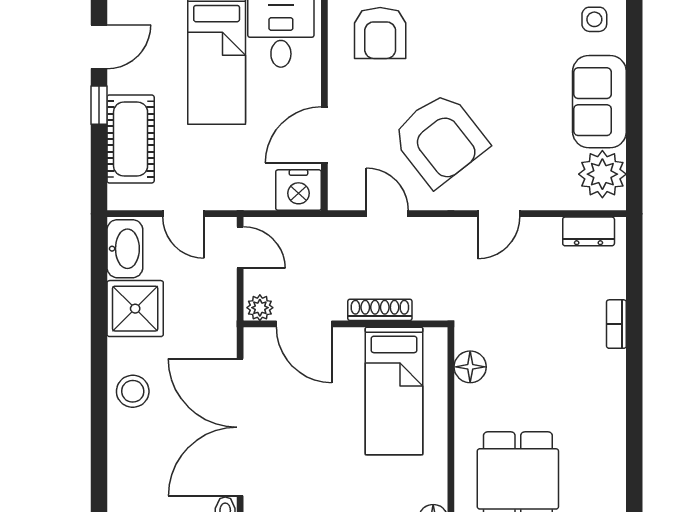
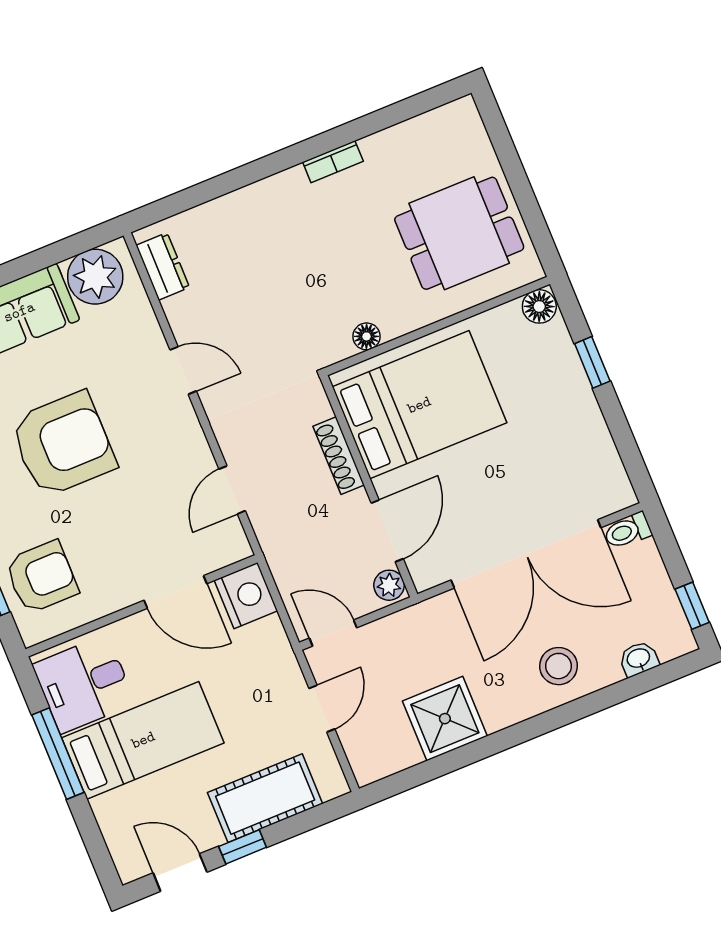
armchair: (440, 139) -> (63, 444), moved, turned 38
door: (240, 247) -> (333, 633), hinge flipped
washbasin: (125, 249) -> (639, 659), moved, width x0.52, depth x0.69
bookcase: (616, 324) -> (333, 162), moved
floor lamp: (470, 367) -> (366, 336), width x0.73, depth x0.73
stool: (133, 391) -> (559, 666), moved
bed: (394, 391) -> (419, 405), width x1.50

